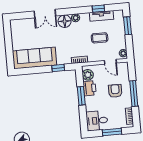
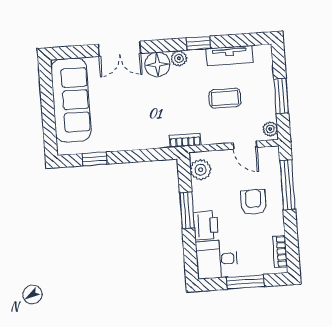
window: (98, 9) -> (198, 43), moved
window: (127, 26) -> (281, 96), moved
sofa: (34, 58) -> (71, 100), moved, turned 90
window: (58, 68) -> (95, 159), moved
printer: (90, 88) -> (206, 225), moved
window: (134, 93) -> (288, 185), moved

